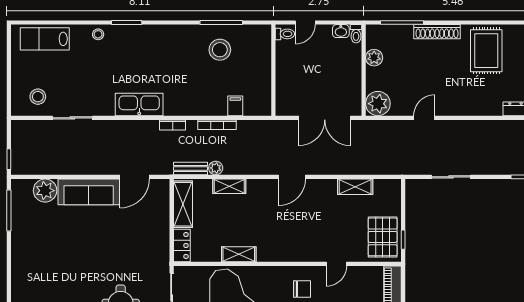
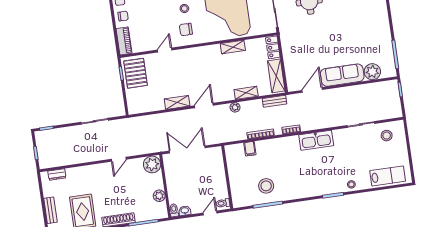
plant: (216, 168) -> (235, 107), moved
shelving: (355, 187) -> (177, 102), moved

